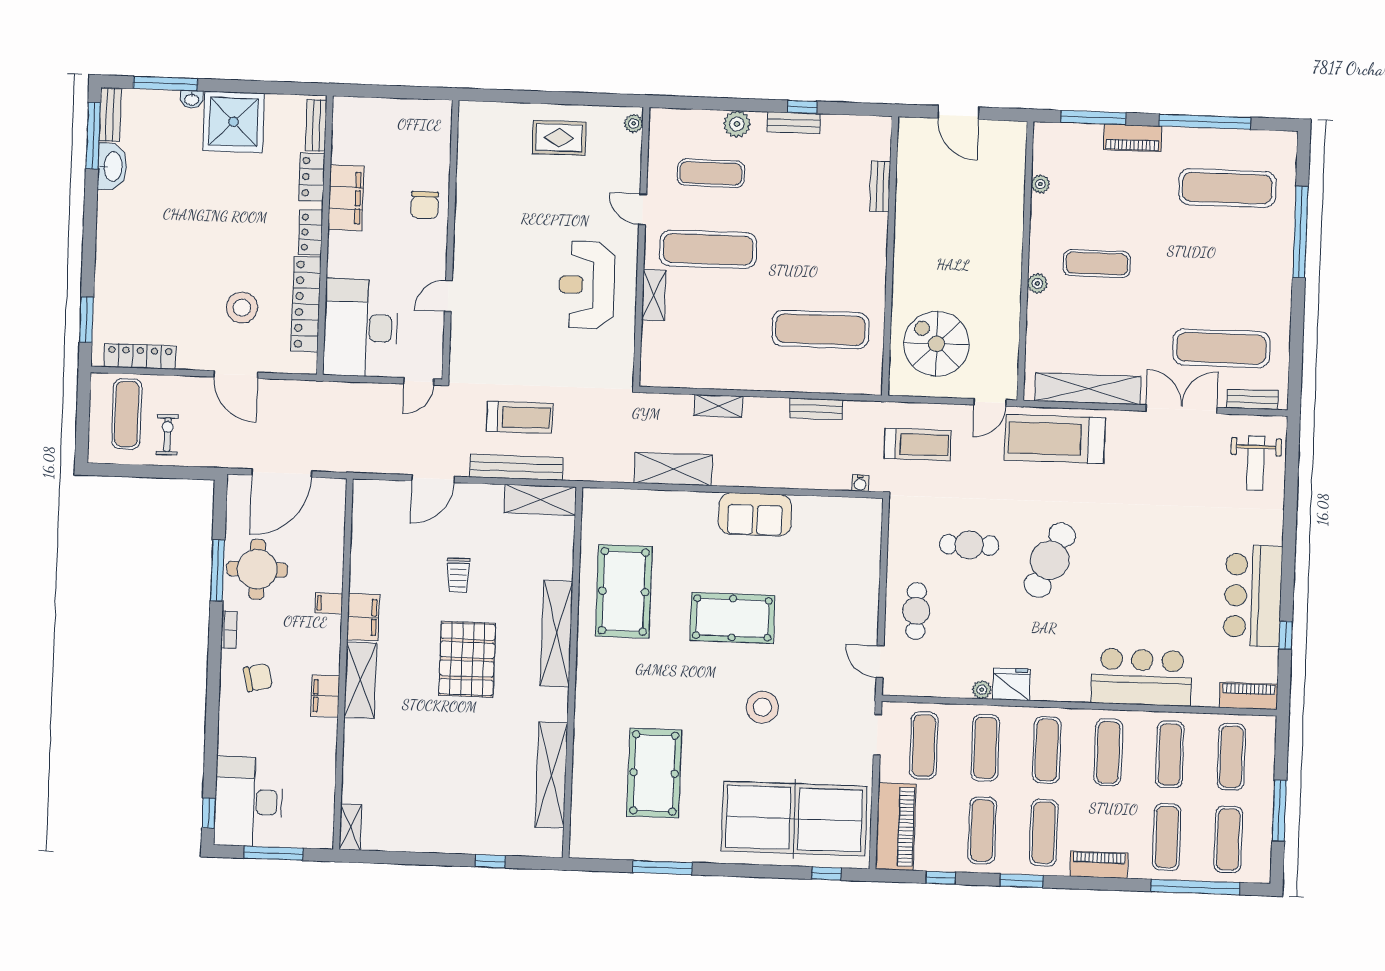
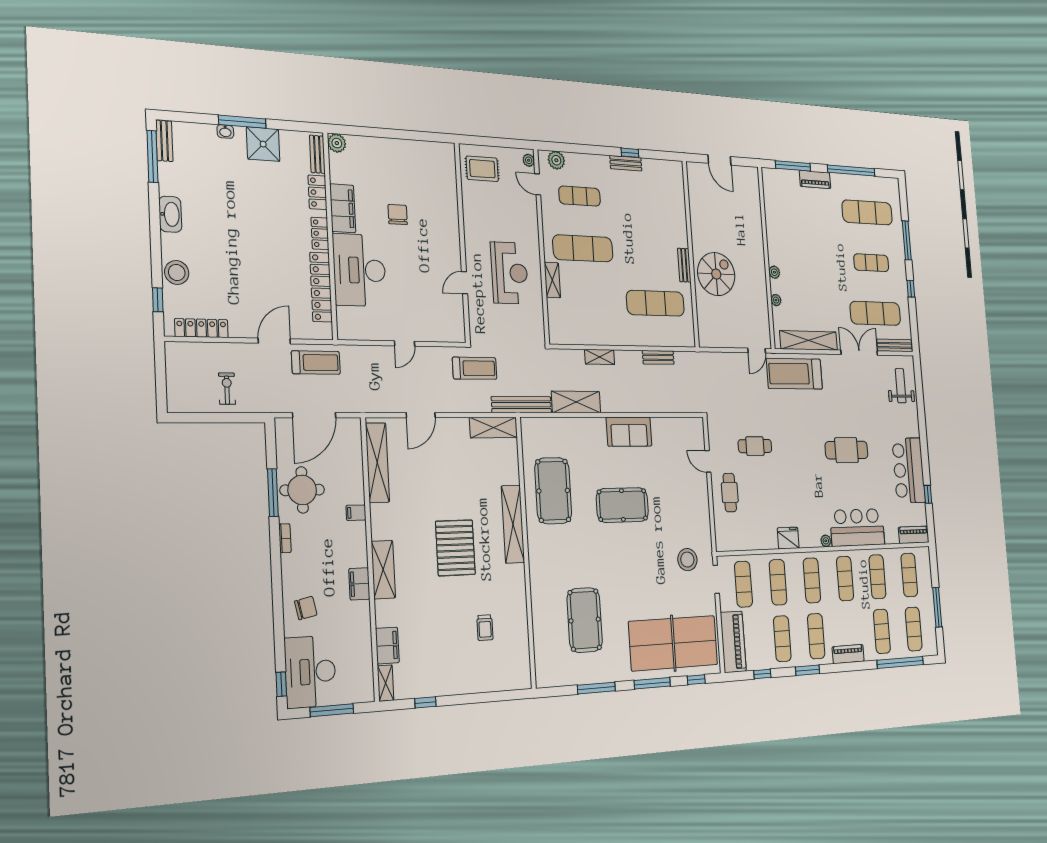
window: (165, 84) -> (242, 122), moved
plant: (345, 109) -> (337, 143), added
shower: (234, 122) -> (263, 144), width x0.73, depth x0.73
plant: (737, 124) -> (556, 160), moved
washbasin: (112, 166) -> (170, 214), moved
plant: (1040, 184) -> (776, 300), moved
bench: (880, 186) -> (684, 265), moved
chair: (425, 205) -> (398, 214), turned 180
door: (643, 209) -> (538, 184), moved
window: (1300, 232) -> (907, 240), width x0.68
wall: (450, 240) -> (462, 242), moved
exercise mat: (1097, 264) -> (871, 263), moved
reception desk: (587, 285) -> (510, 273), turned 180
door: (448, 296) -> (465, 283), moved
stool: (242, 308) -> (177, 272), moved
window: (1298, 310) -> (911, 289), added
window: (86, 320) -> (158, 300), width x0.67
desk: (361, 328) -> (359, 270), moved
spiral stairs: (936, 344) -> (716, 274), moved, turned 90
door: (236, 375) -> (274, 341), swing flipped
bench: (1252, 399) -> (895, 345), width x1.36
exercise mat: (127, 414) -> (195, 373), removed
treadmill: (918, 445) -> (316, 363), moved
weight bench: (1256, 463) -> (901, 386), turned 180
bench: (516, 467) -> (521, 405), moved
water cooler: (860, 483) -> (689, 407), removed
cafe table: (1050, 560) -> (846, 450), moved, turned 66
trolley: (458, 575) -> (485, 628), moved
filing cabinet: (363, 617) -> (387, 645), moved
door: (880, 662) -> (708, 461), moved
chair: (258, 678) -> (306, 608), moved
plant: (982, 690) -> (826, 541), moved
stool: (762, 707) -> (687, 560), moved
shelving: (551, 775) -> (377, 463), moved
window: (490, 861) -> (425, 702), moved
window: (753, 871) -> (652, 683), added

